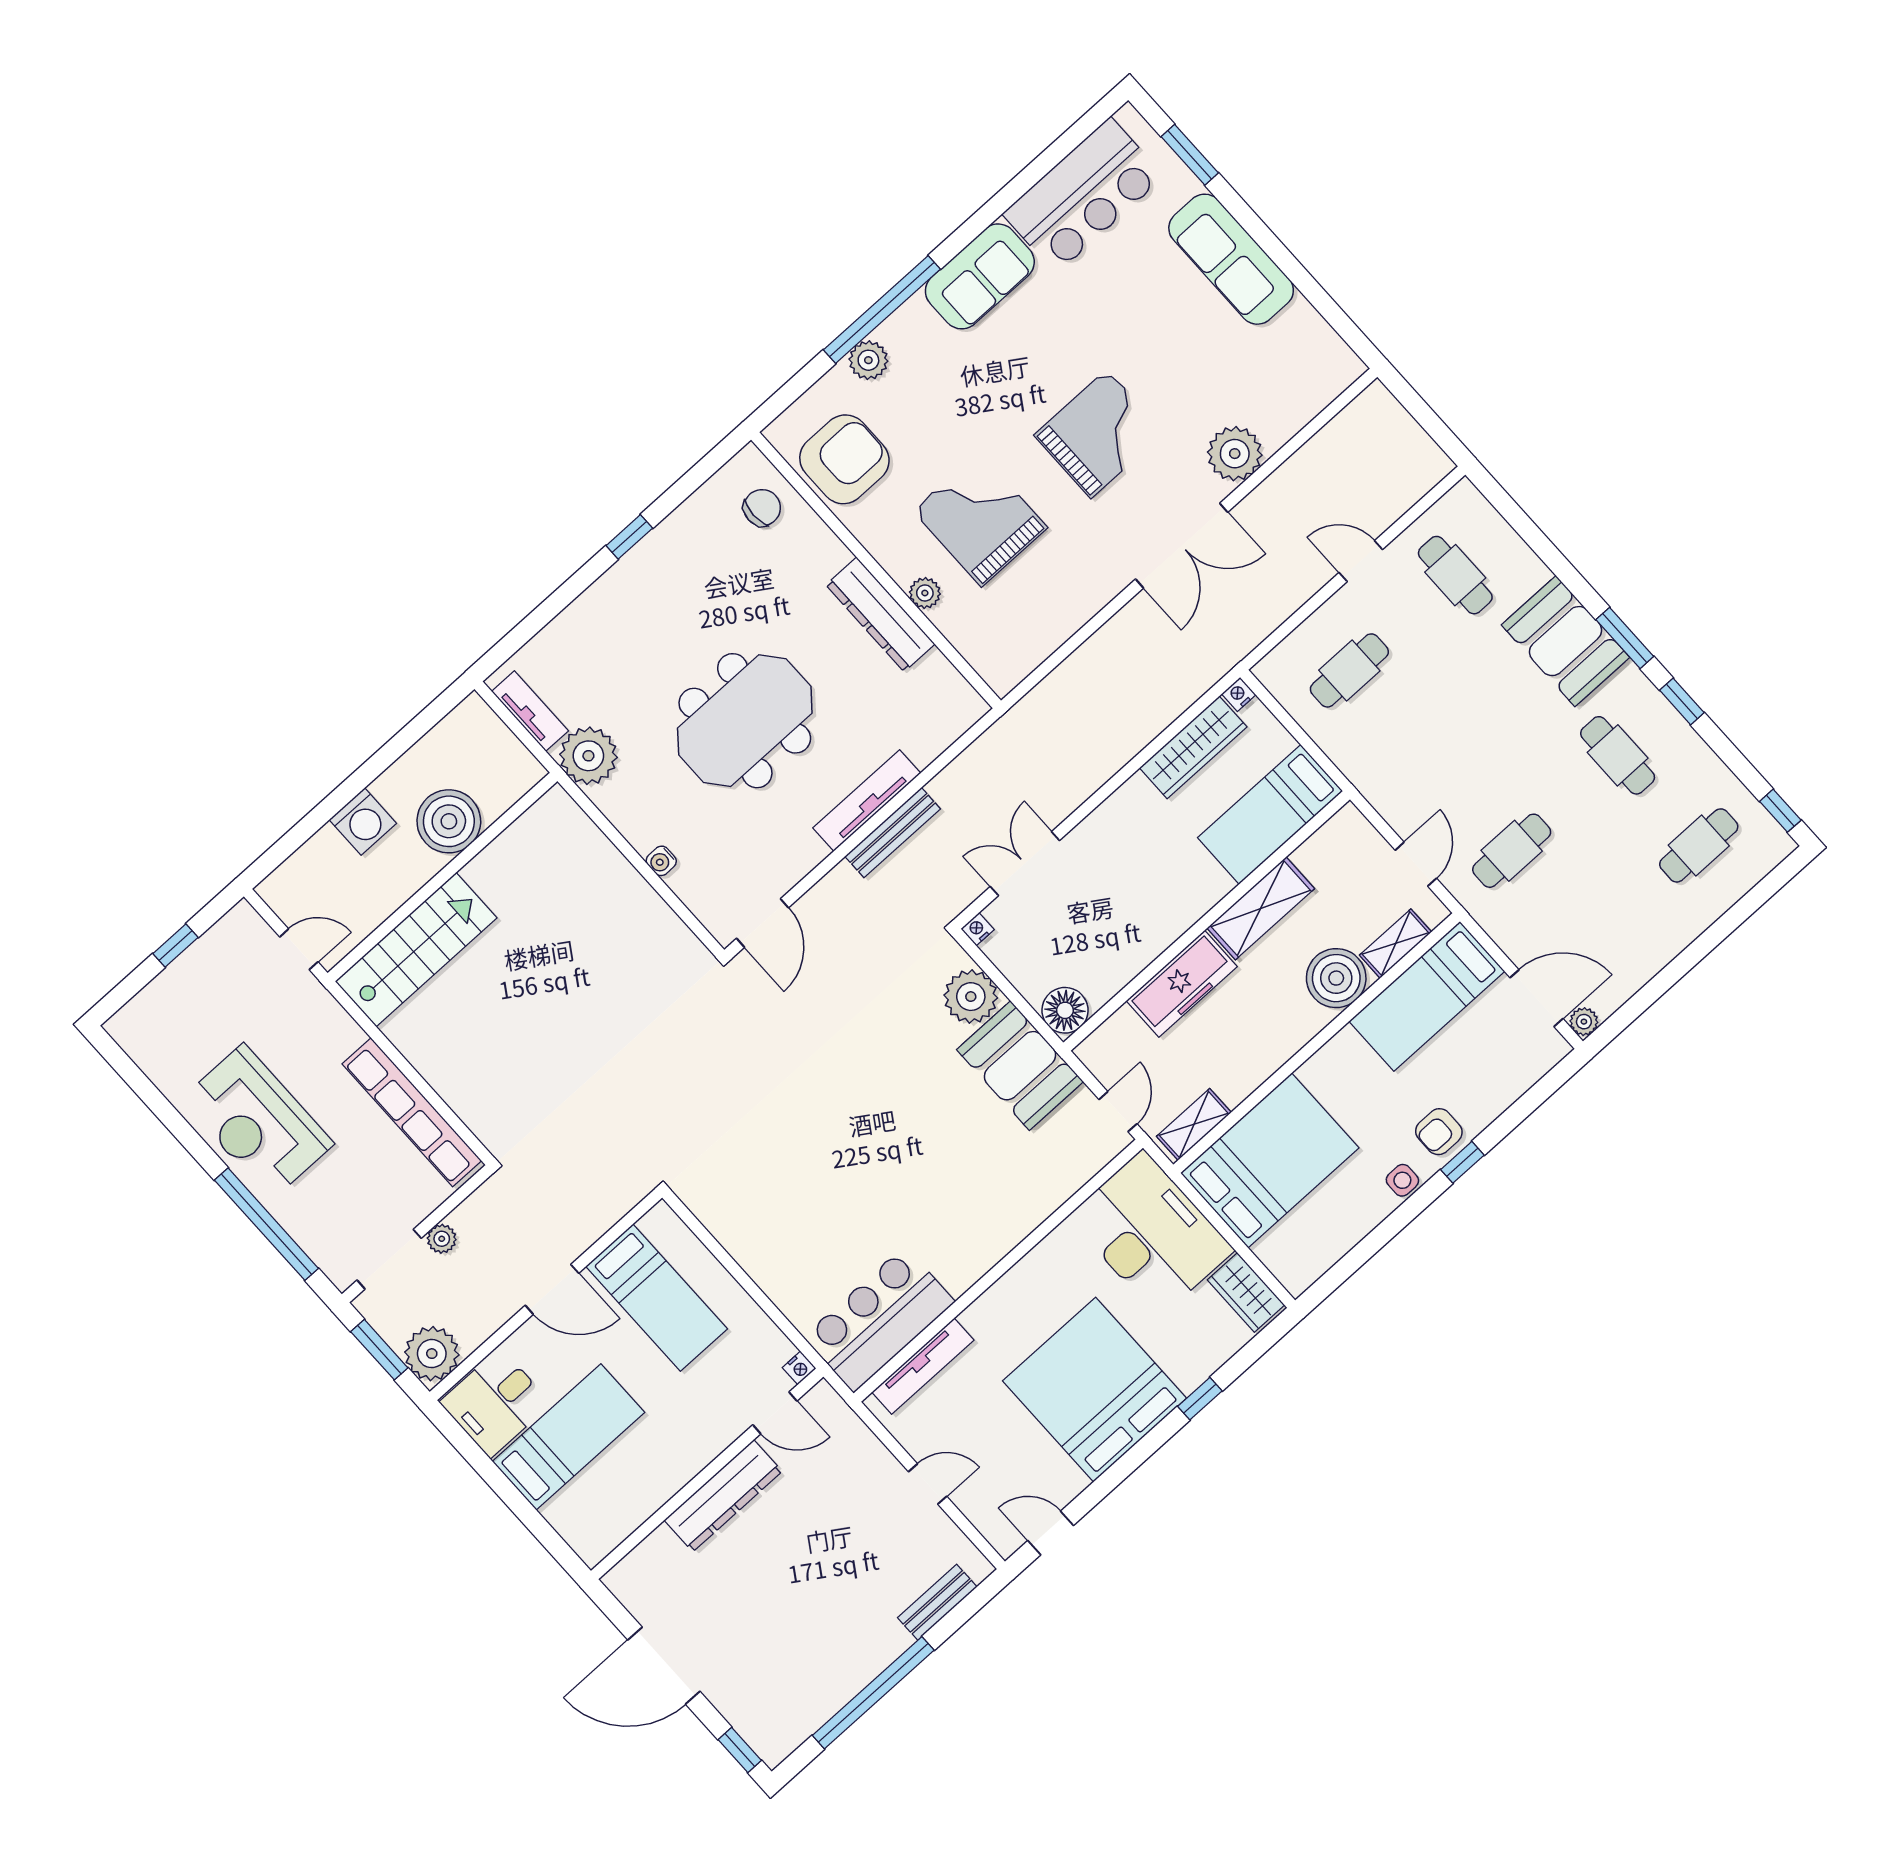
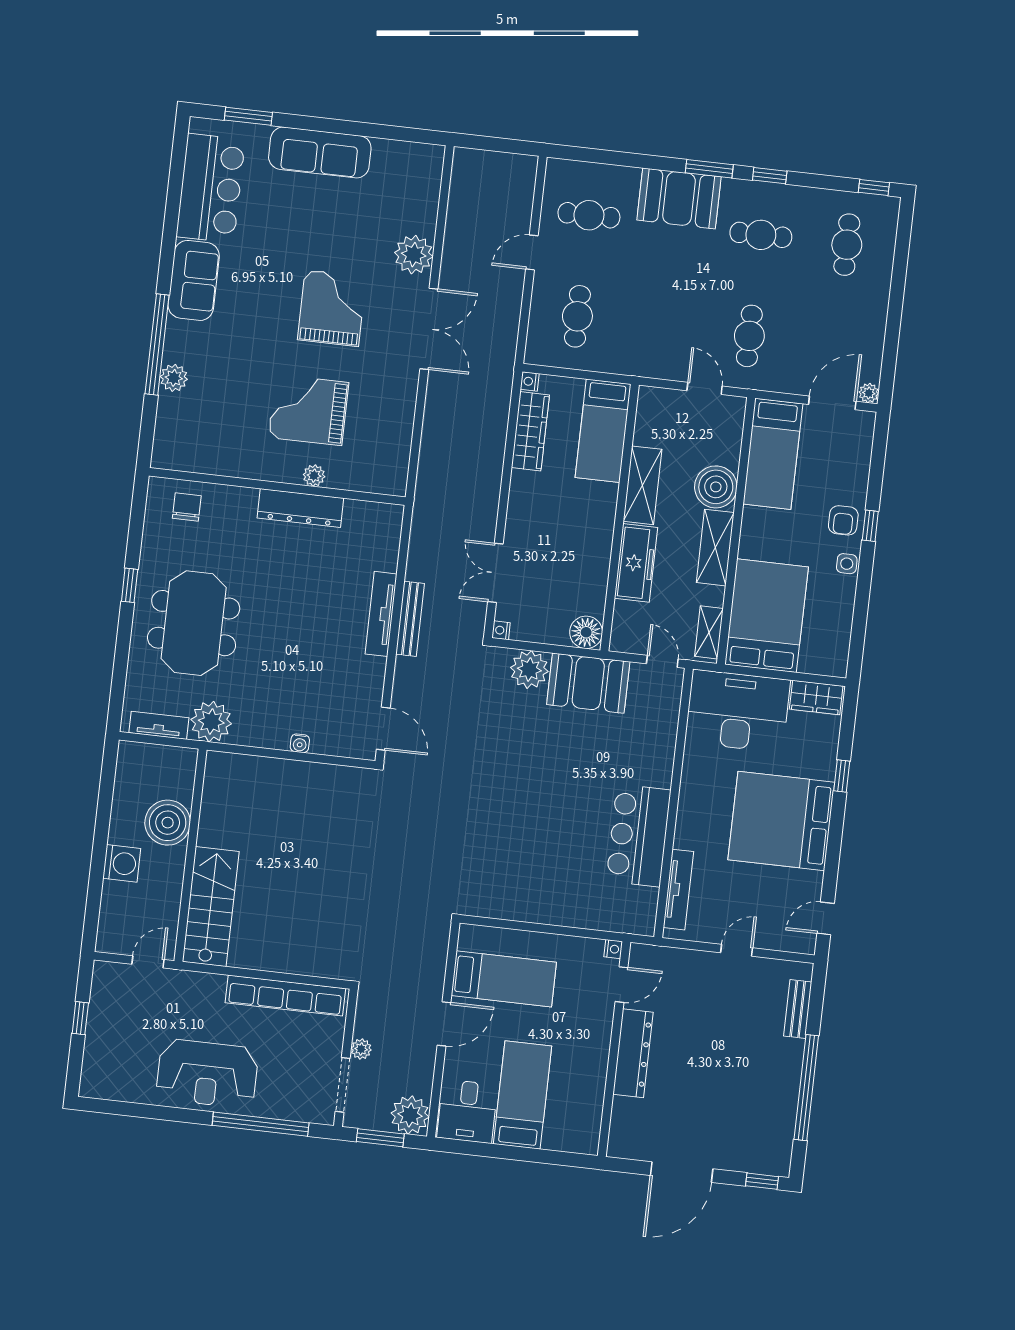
armchair: (844, 459) -> (208, 442), removed
meeting table: (745, 721) -> (194, 623), moved
shelving: (1396, 944) -> (715, 548), moved, width x1.50, depth x1.33
bar counter: (879, 1319) -> (639, 836), moved

